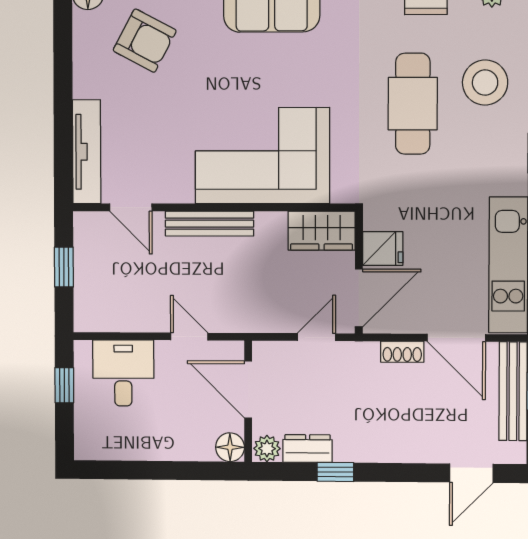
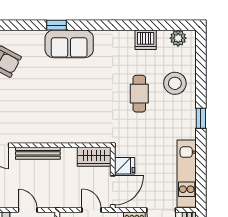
cafe table: (413, 104) -> (139, 94), width x0.73, depth x0.74
corner sofa: (262, 156) -> (64, 119), removed
door: (316, 337) -> (92, 210), hinge flipped

